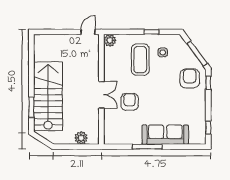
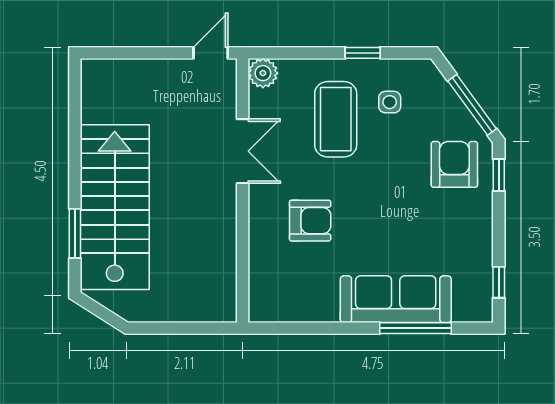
double door: (101, 95) -> (243, 151), moved
armchair: (130, 102) -> (310, 221), turned 90
plant: (81, 138) -> (194, 307), removed
window: (147, 147) -> (415, 328), moved

